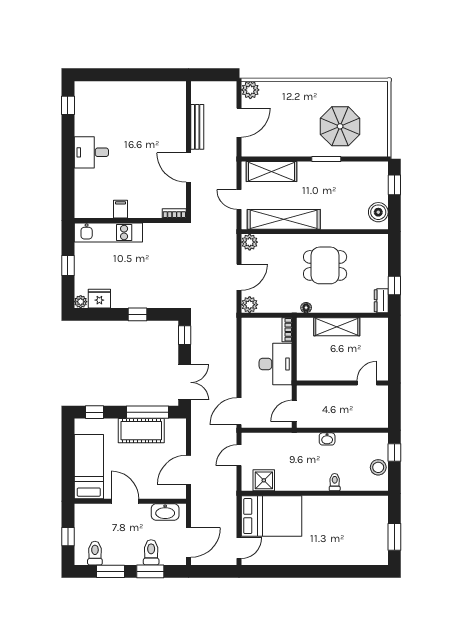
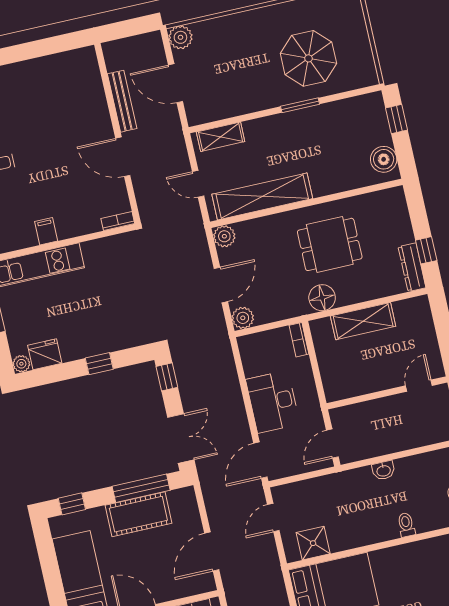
door: (239, 123) -> (175, 83), swing flipped
shelving: (272, 172) -> (221, 137), width x0.67, depth x0.75
dresser: (381, 301) -> (412, 267), width x1.44
floor lamp: (306, 308) -> (322, 298), width x1.89, depth x1.89
desk: (276, 364) -> (273, 402), moved, turned 180

